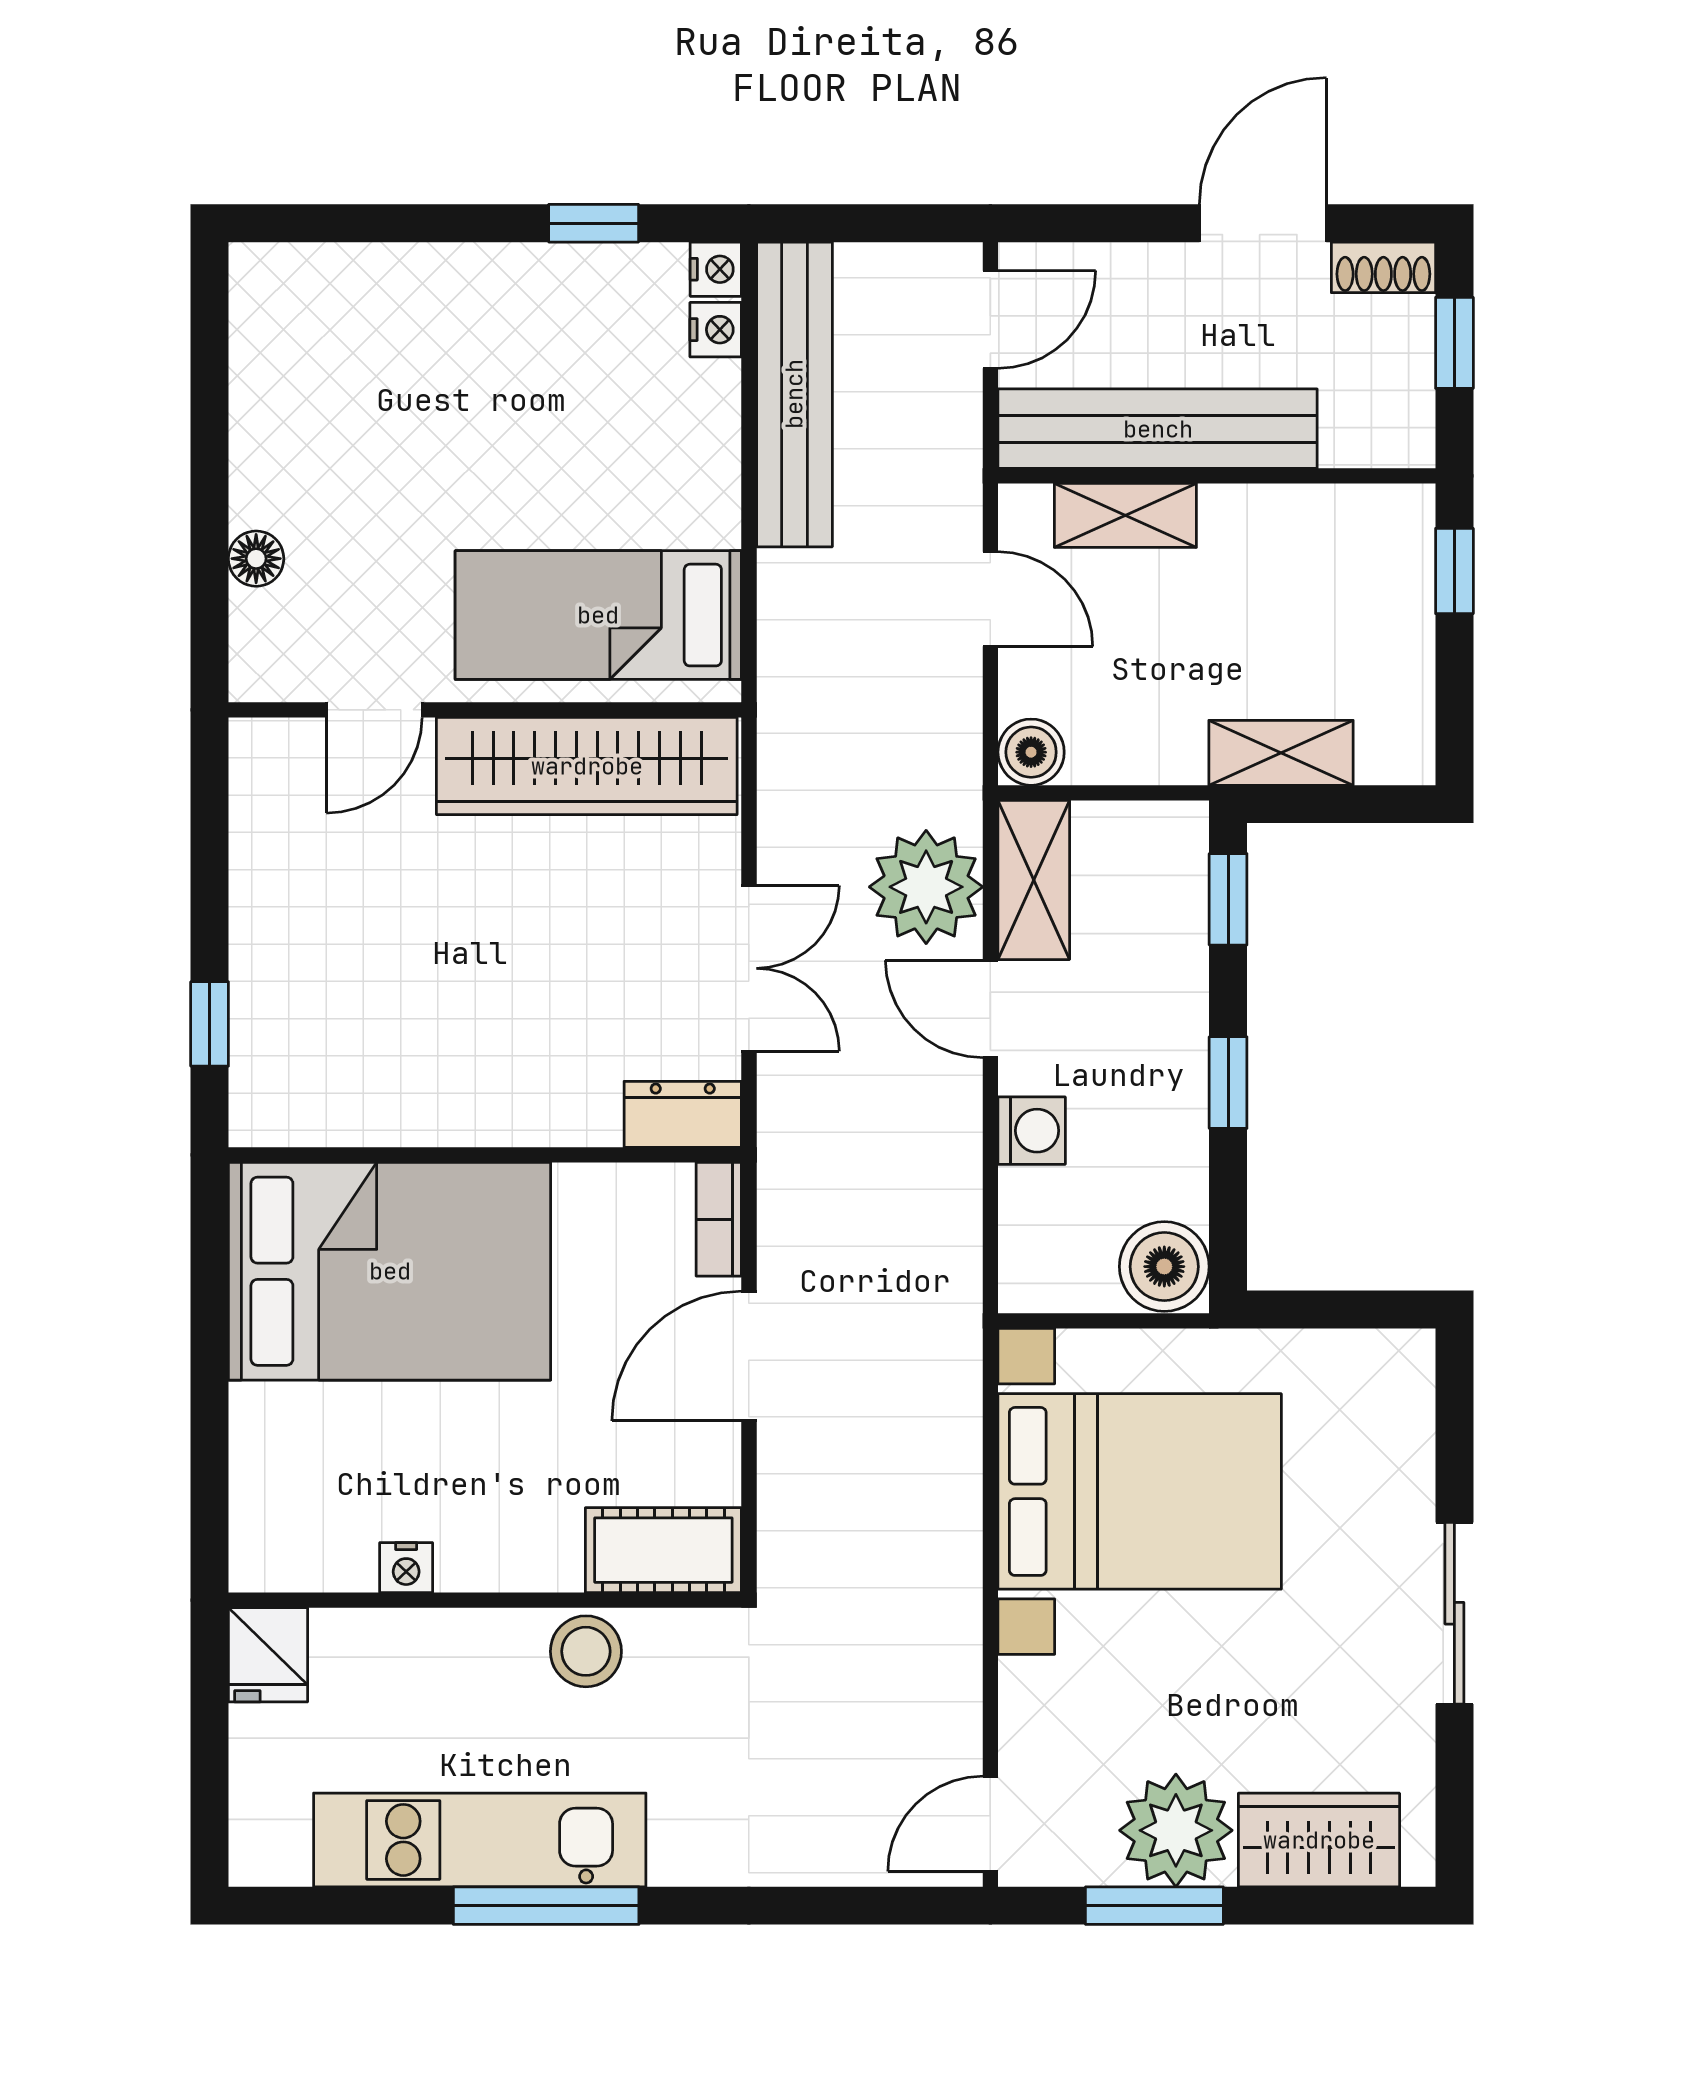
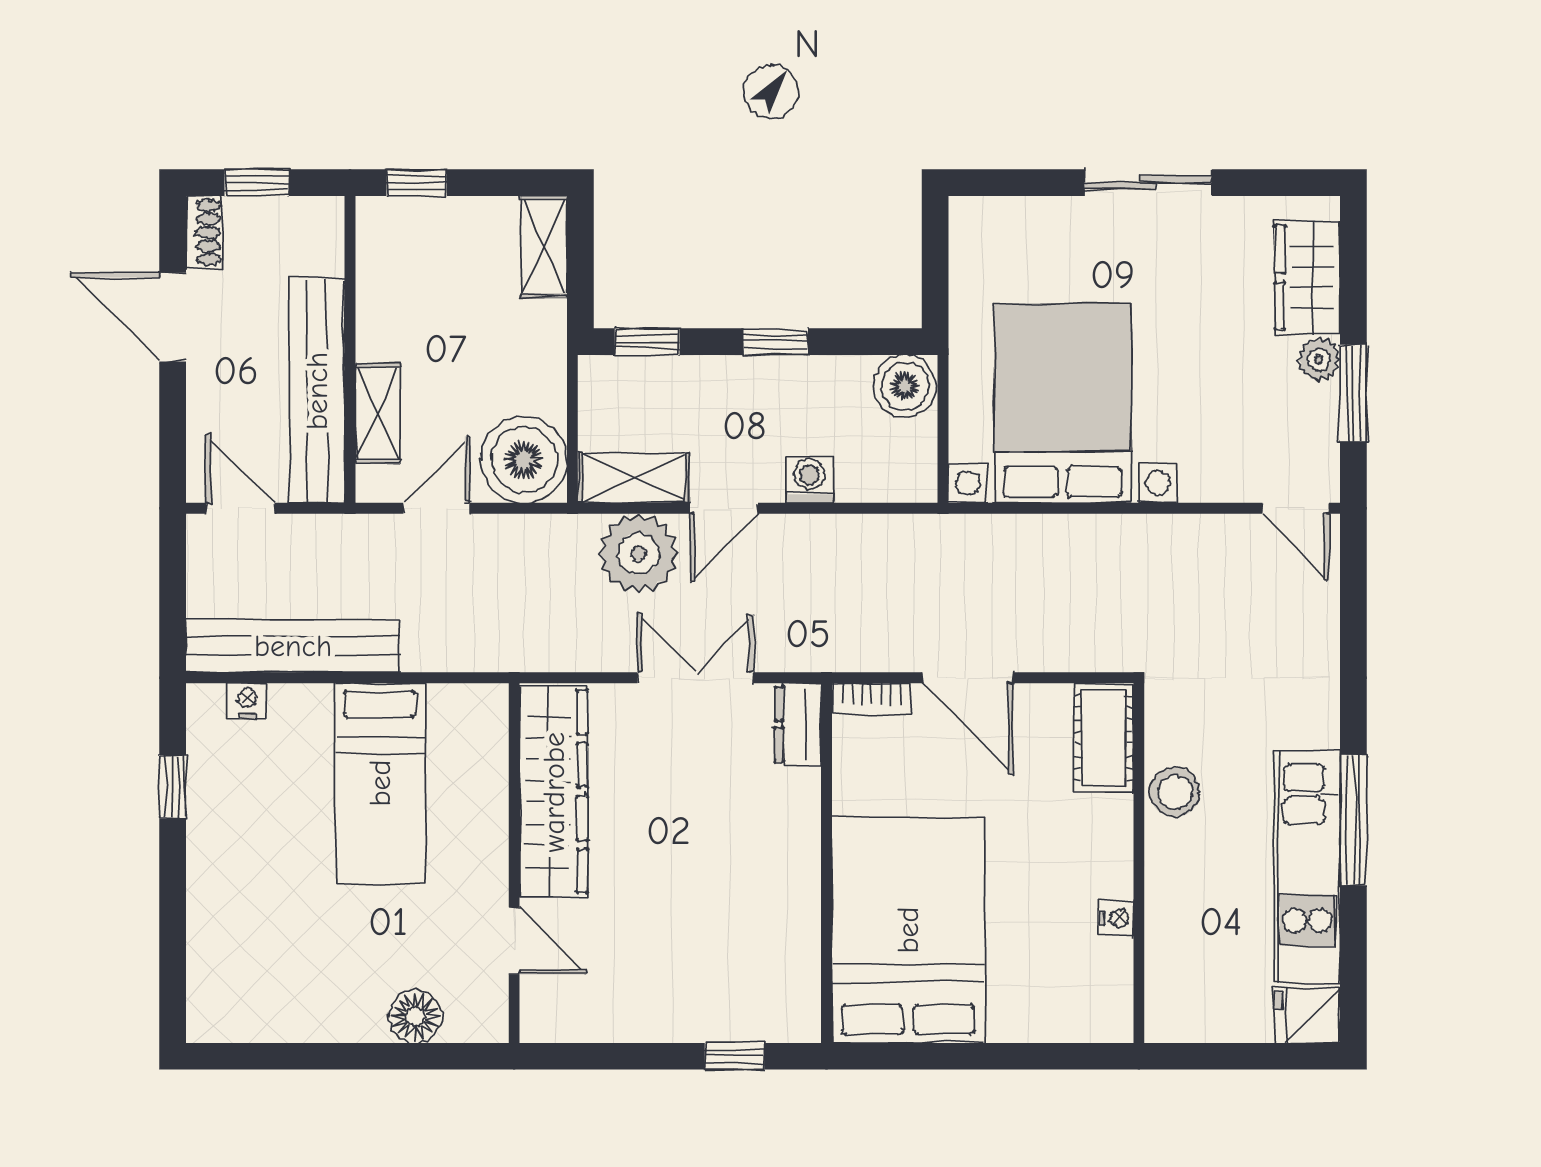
nightstand: (716, 269) -> (205, 701), removed
floor lamp: (256, 559) -> (415, 1016), width x1.37, depth x1.37
bed: (598, 615) -> (380, 783), moved
boiler: (1031, 752) -> (524, 460), width x1.86, depth x1.86
shelving: (1281, 753) -> (544, 247), moved
fridge: (268, 1655) -> (1307, 1015), moved, turned 180
plant: (1176, 1830) -> (1319, 360), width x0.53, depth x0.53

